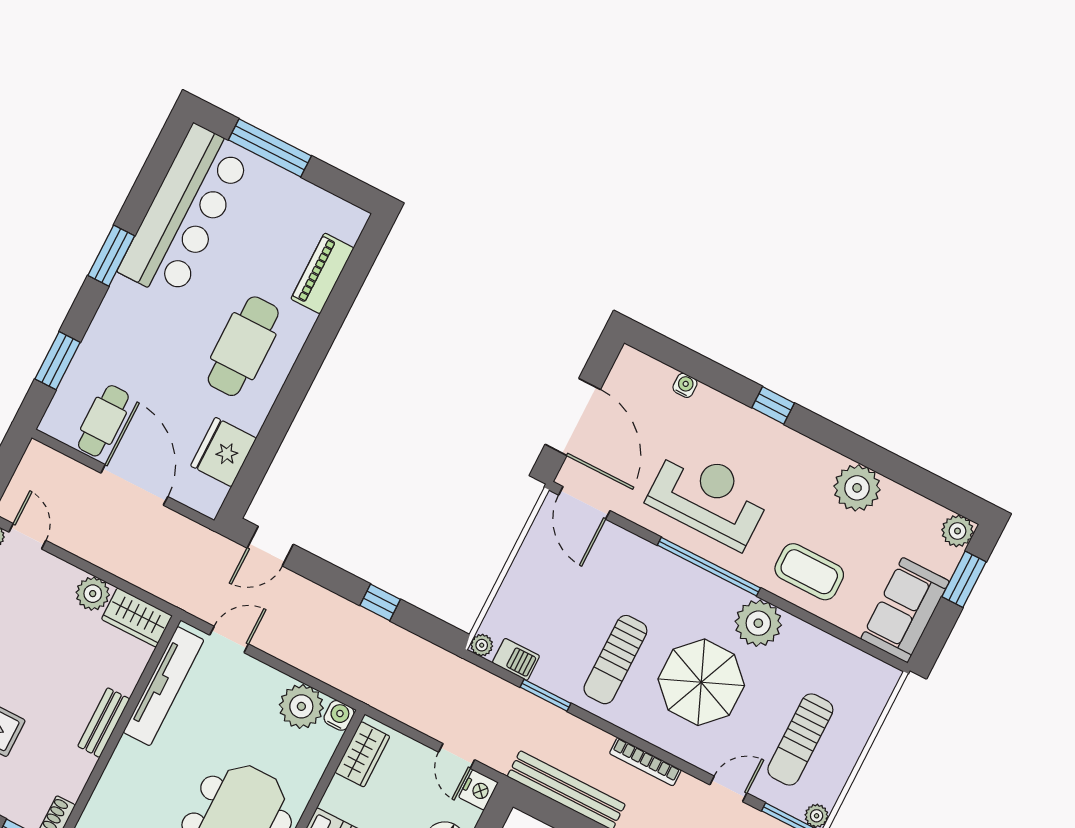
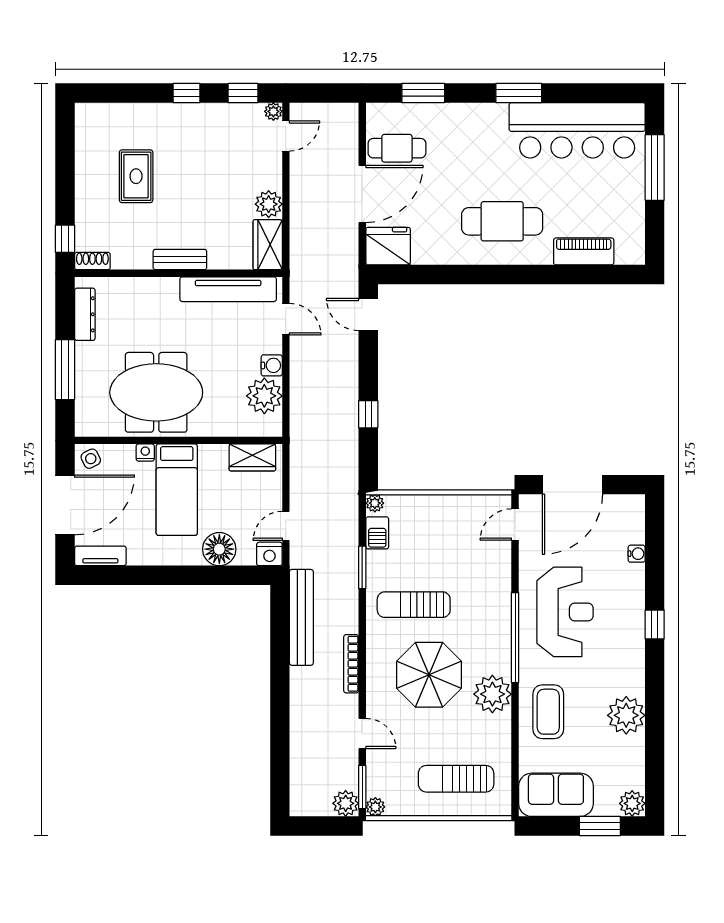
fridge: (223, 452) -> (388, 246), moved
door: (584, 503) -> (515, 525), width x0.73
water cooler: (339, 715) -> (272, 365), moved
sun lounger: (800, 740) -> (456, 779), moved

